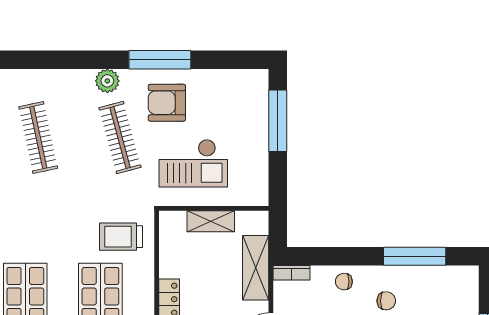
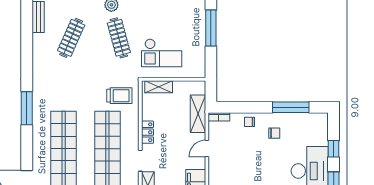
armchair: (167, 103) -> (146, 18), removed
clothes rail: (38, 137) -> (71, 38), turned 36
shelving: (211, 221) -> (159, 87), moved
trolley: (121, 237) -> (119, 96), turned 180

